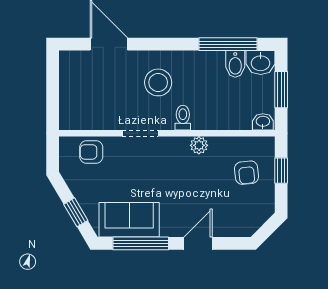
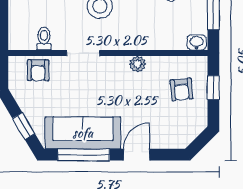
toilet: (183, 118) -> (44, 39), moved
armchair: (91, 152) -> (38, 70), turned -90
sofa: (129, 220) -> (83, 133), width x1.36

